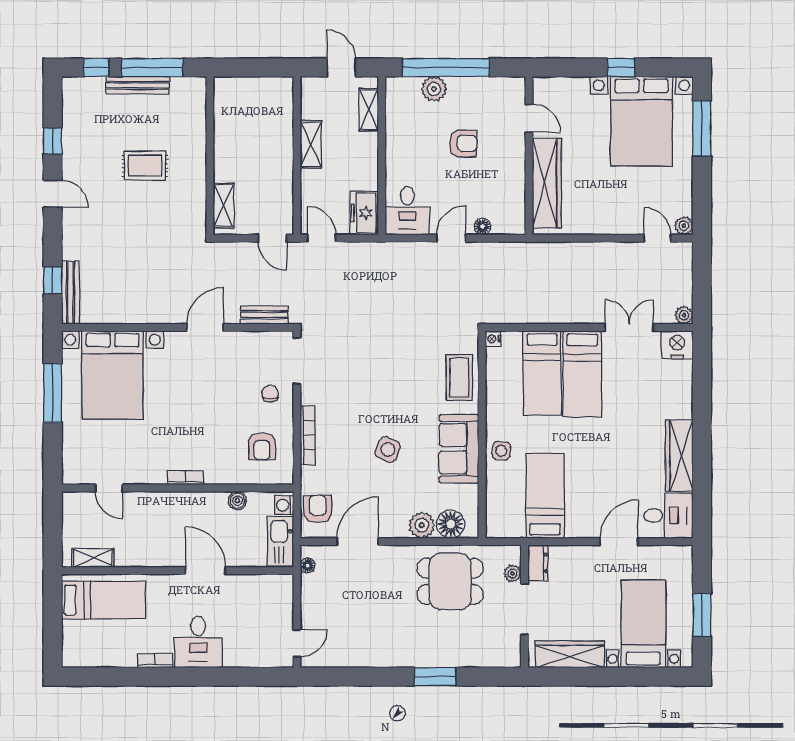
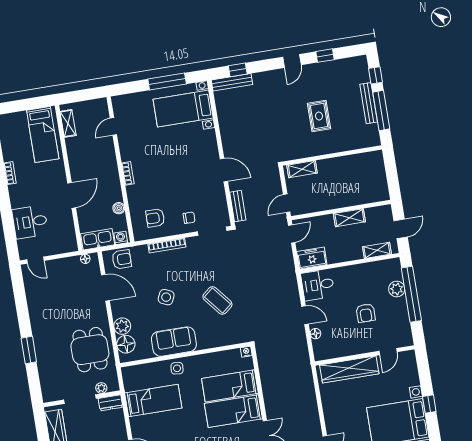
bed with nightstands: (112, 375) -> (183, 109), width x0.73
coffee table: (459, 377) -> (217, 300), moved, turned 51
desk: (198, 642) -> (30, 222), moved

